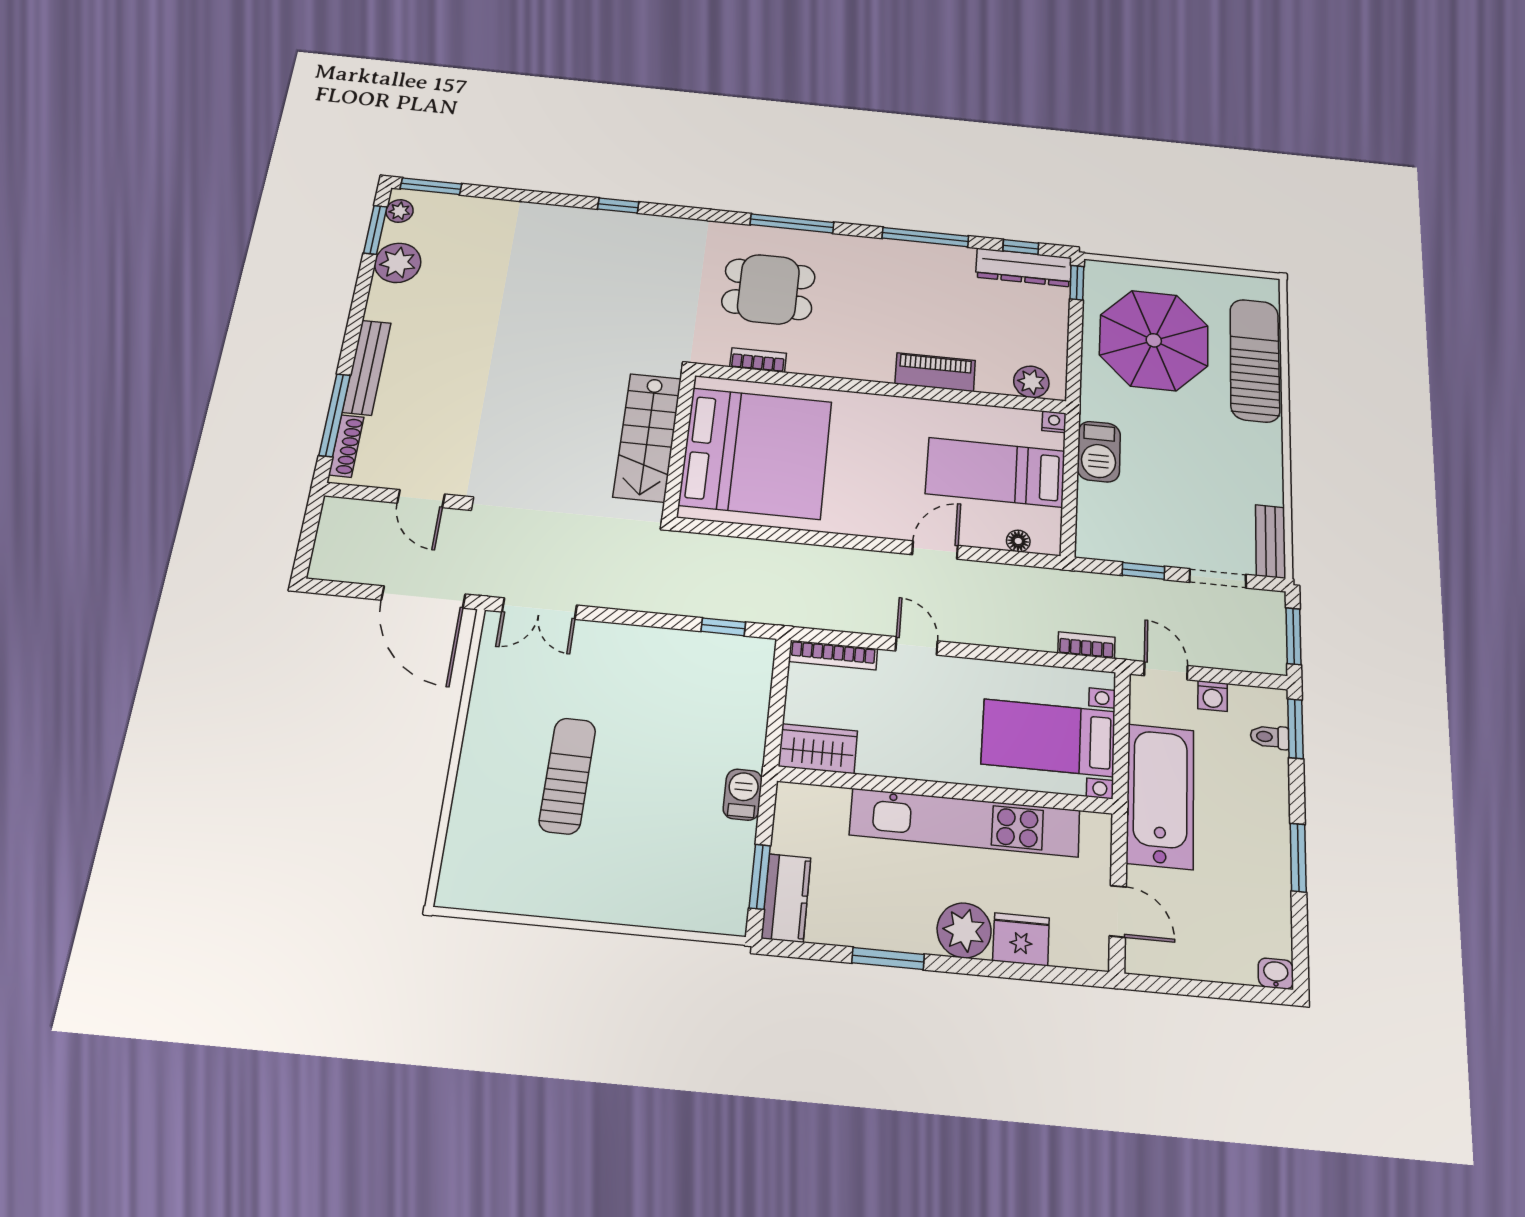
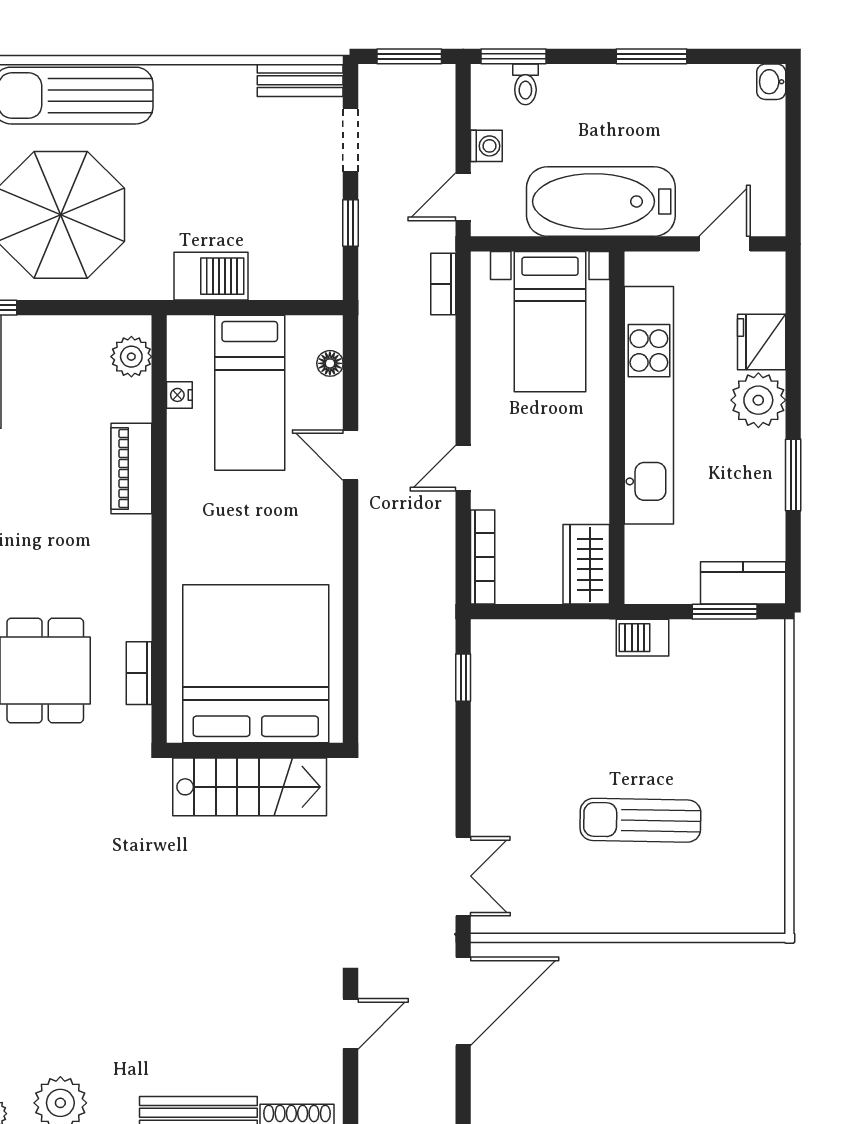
nightstand: (1054, 422) -> (179, 395), moved

